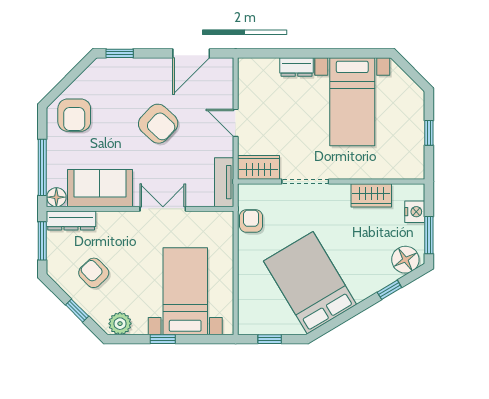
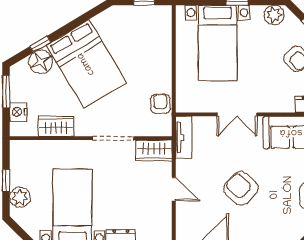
plant: (413, 113) -> (20, 197), added
armchair: (251, 221) -> (160, 104), turned 180
floor lamp: (405, 260) -> (41, 62), moved
bed: (310, 283) -> (86, 64), moved

